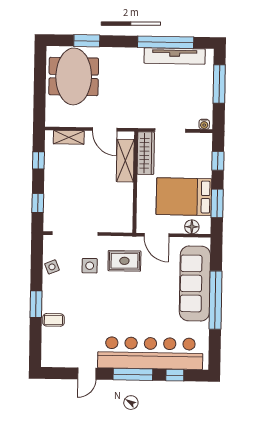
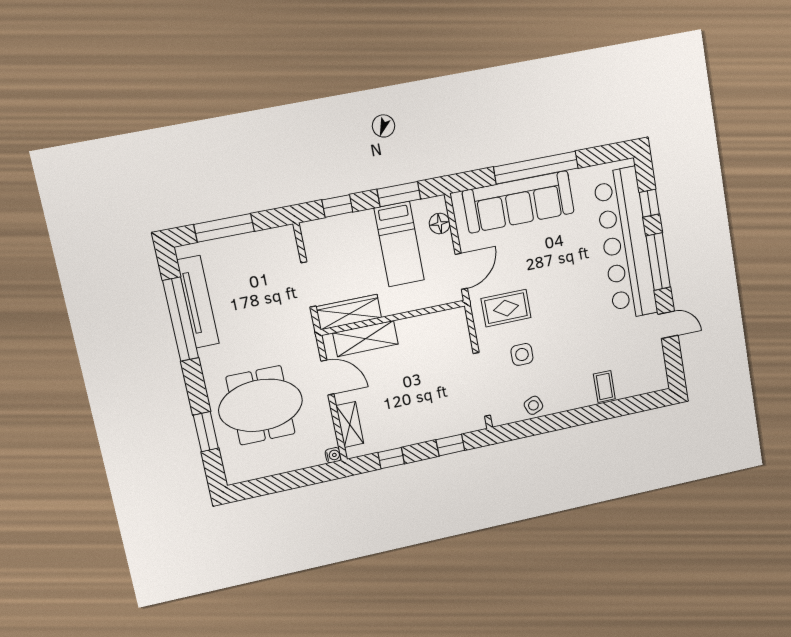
meeting table: (74, 76) -> (261, 405), moved
water cooler: (204, 124) -> (333, 455), moved
door: (105, 129) -> (327, 377), hinge flipped
bed: (184, 197) -> (399, 244), width x0.67
rug: (124, 261) -> (506, 308), turned 90
window: (36, 304) -> (588, 415), removed

